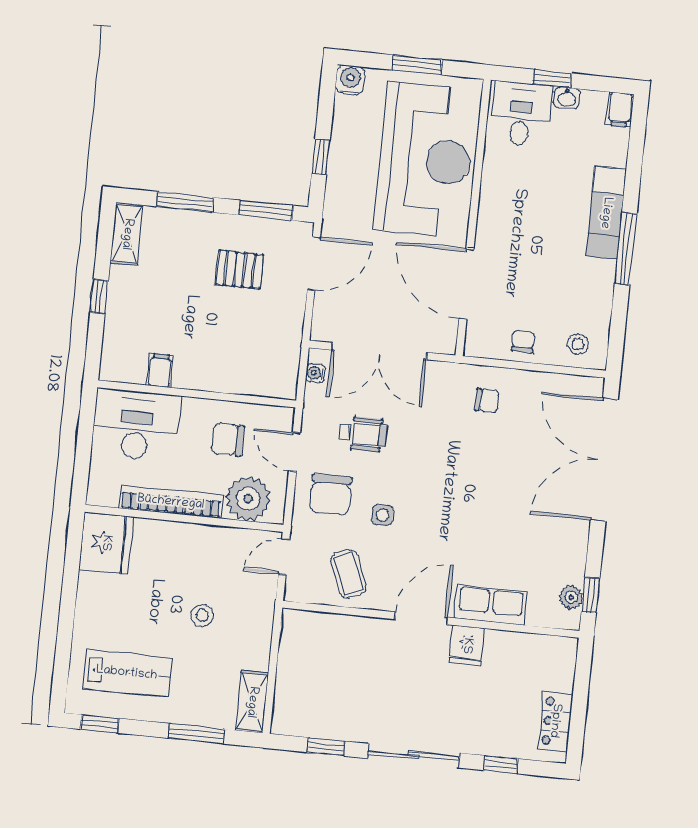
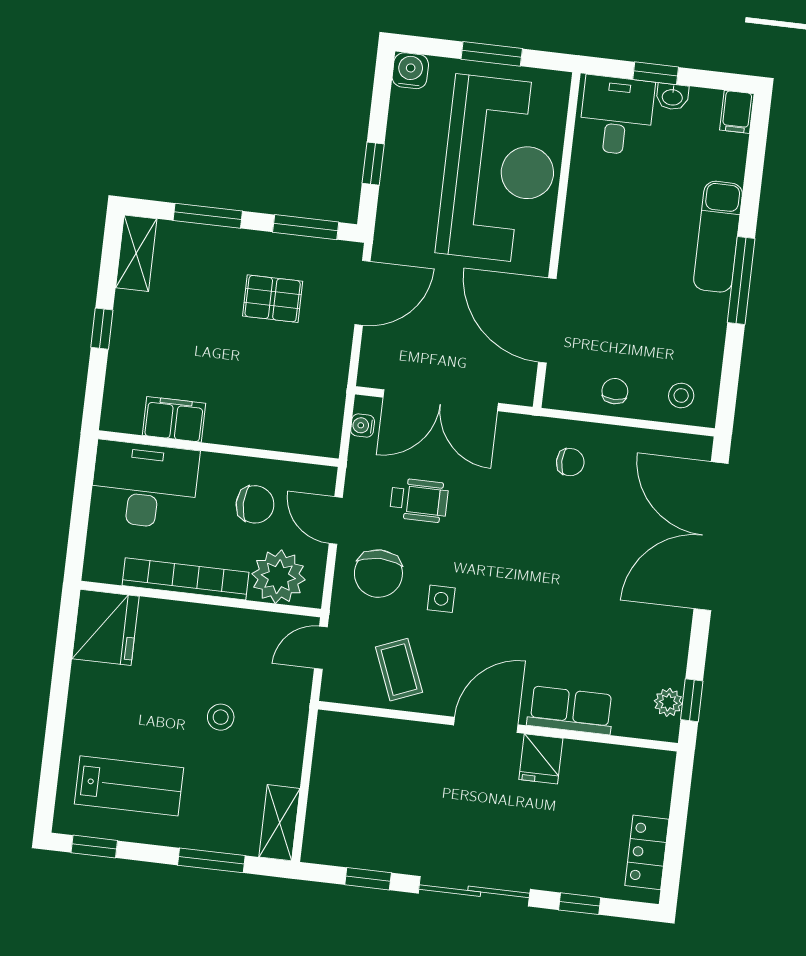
filing cabinet: (160, 370) -> (174, 419), width x2.00
chair: (228, 439) -> (255, 504), turned 180

